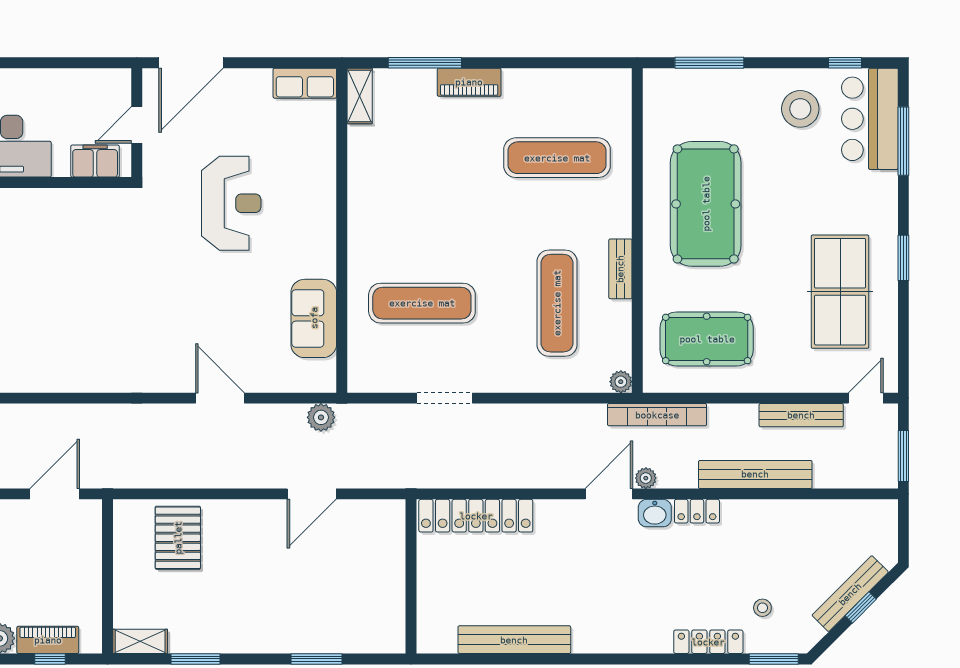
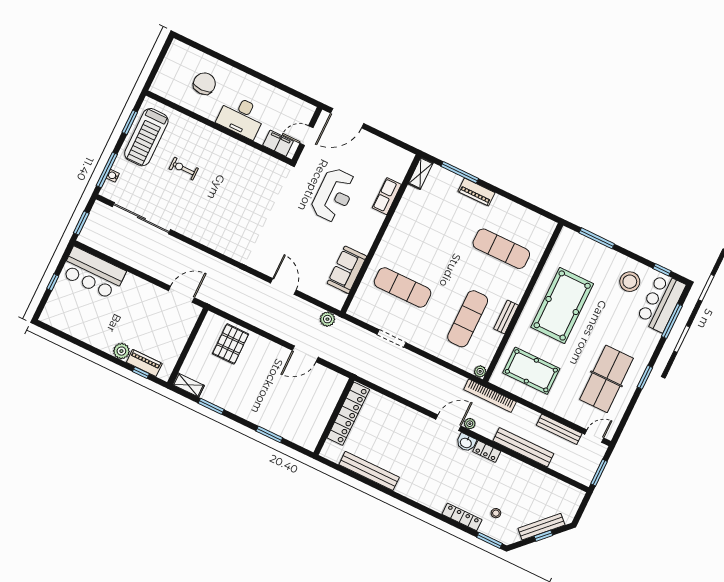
row of seats: (305, 83) -> (387, 196), moved, turned 90
locker: (476, 516) -> (348, 414), moved, turned -90

